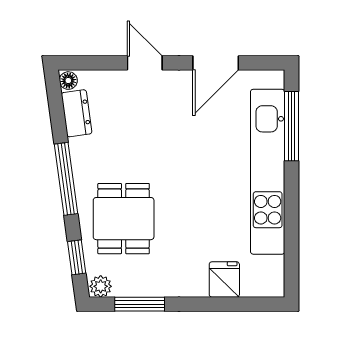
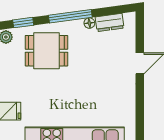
door: (216, 63) -> (140, 106), removed
floor lamp: (68, 81) -> (89, 23), moved

